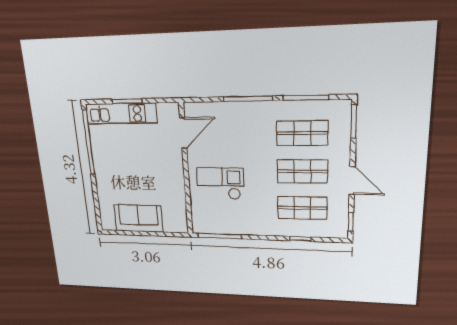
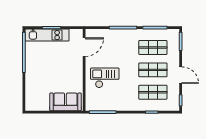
sofa: (138, 218) -> (65, 102), moved

